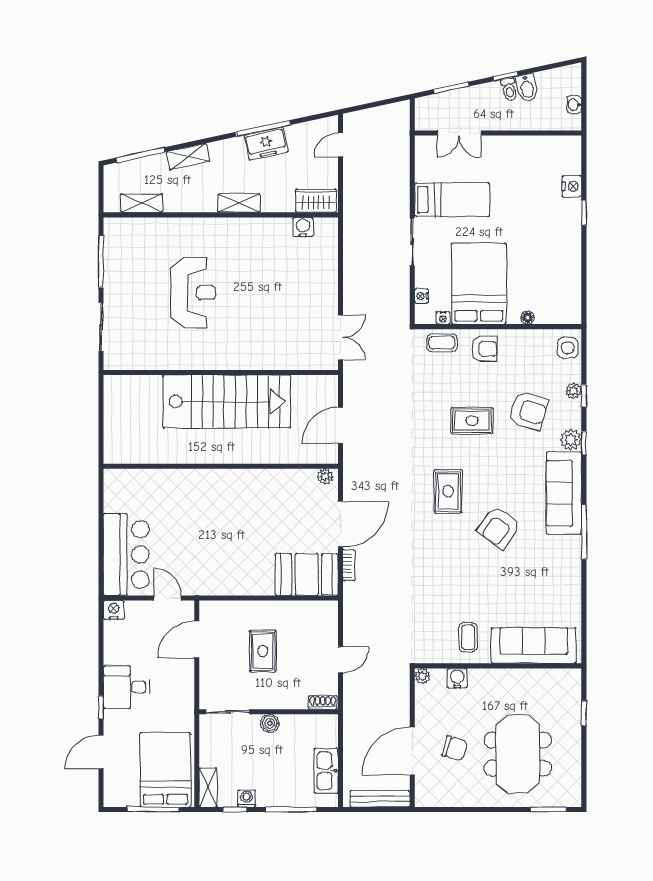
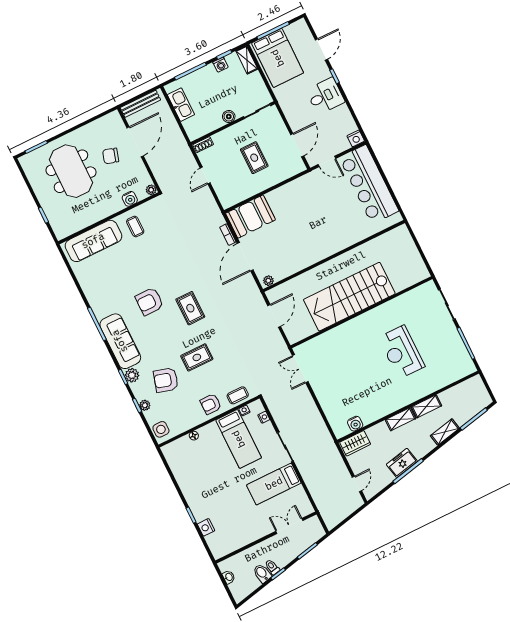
shelving: (142, 203) -> (426, 406), moved
bed: (479, 284) -> (239, 439), width x0.67
armchair: (499, 527) -> (149, 301), turned -125
bar counter: (126, 555) -> (369, 184), width x1.36

